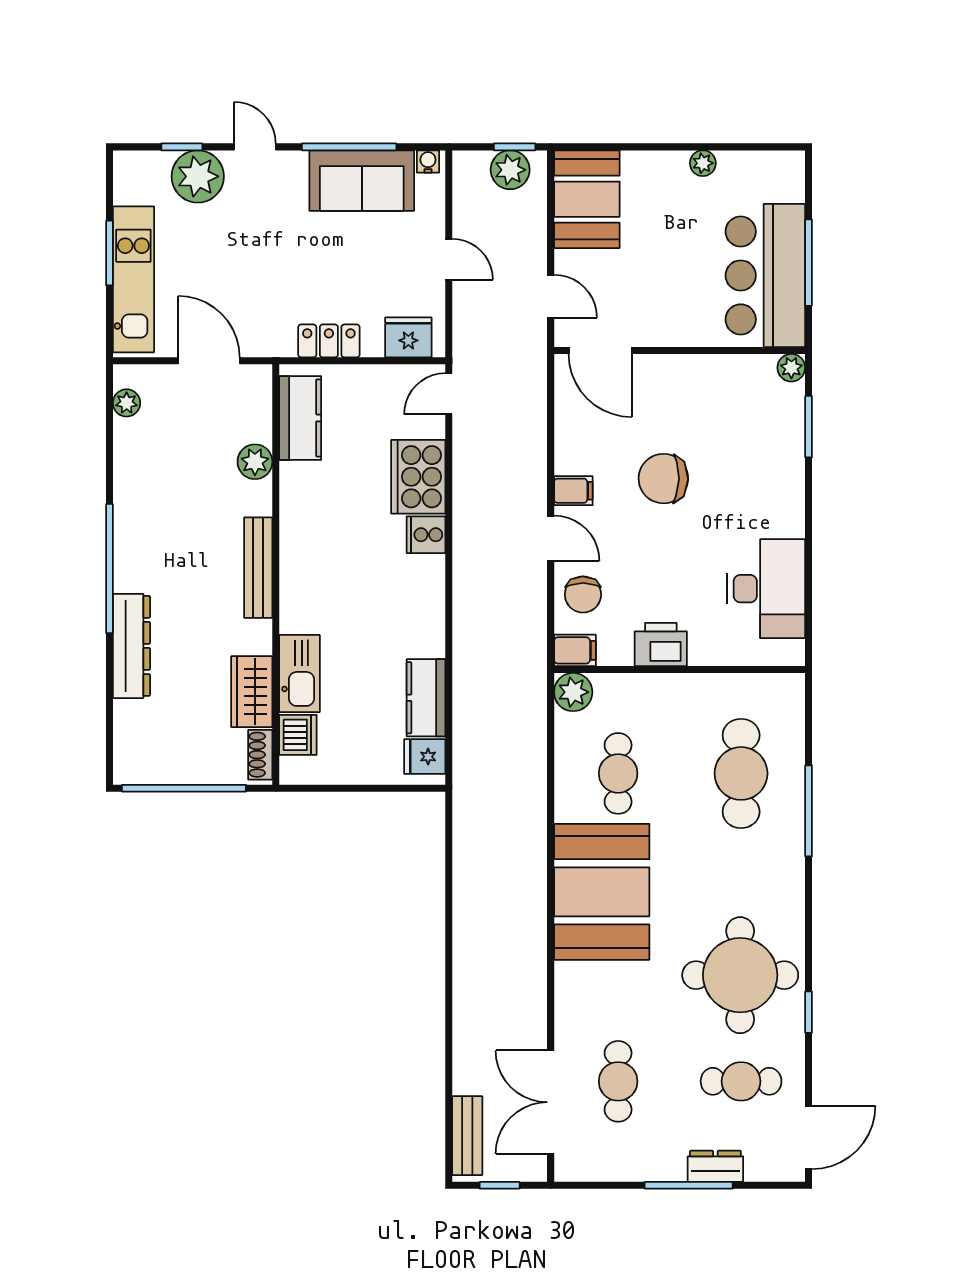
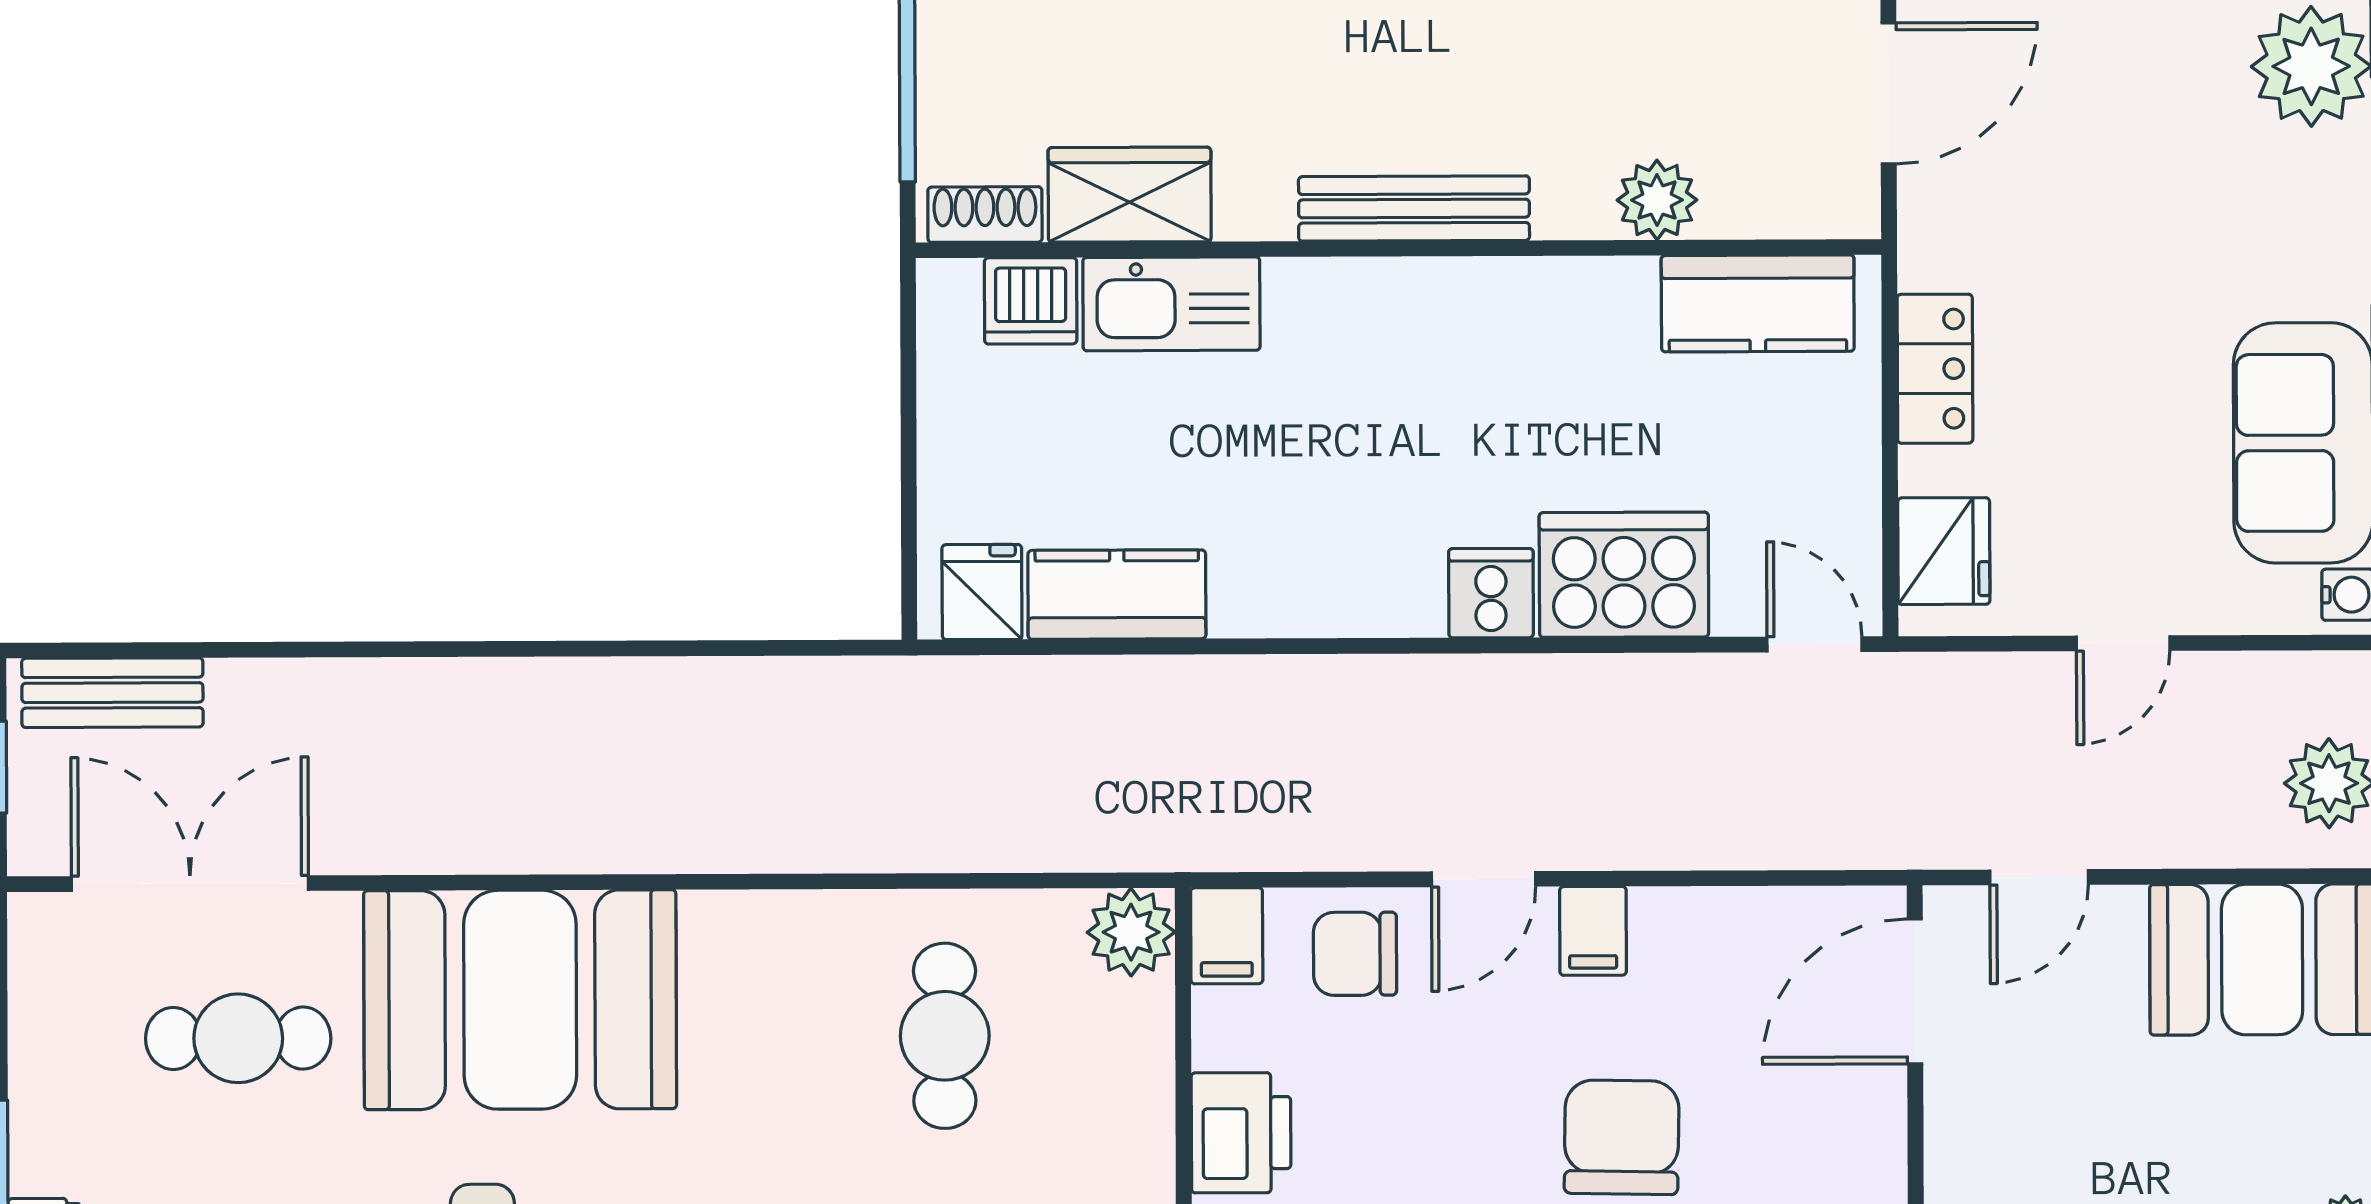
cafe table: (618, 773) -> (945, 1036), turned 90
booth: (602, 892) -> (520, 1000), moved

